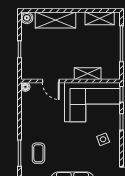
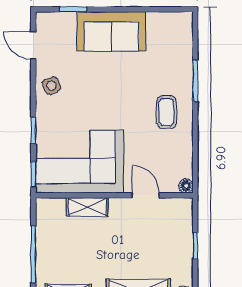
side table: (103, 139) -> (51, 86), moved
coffee table: (38, 153) -> (167, 112), moved

